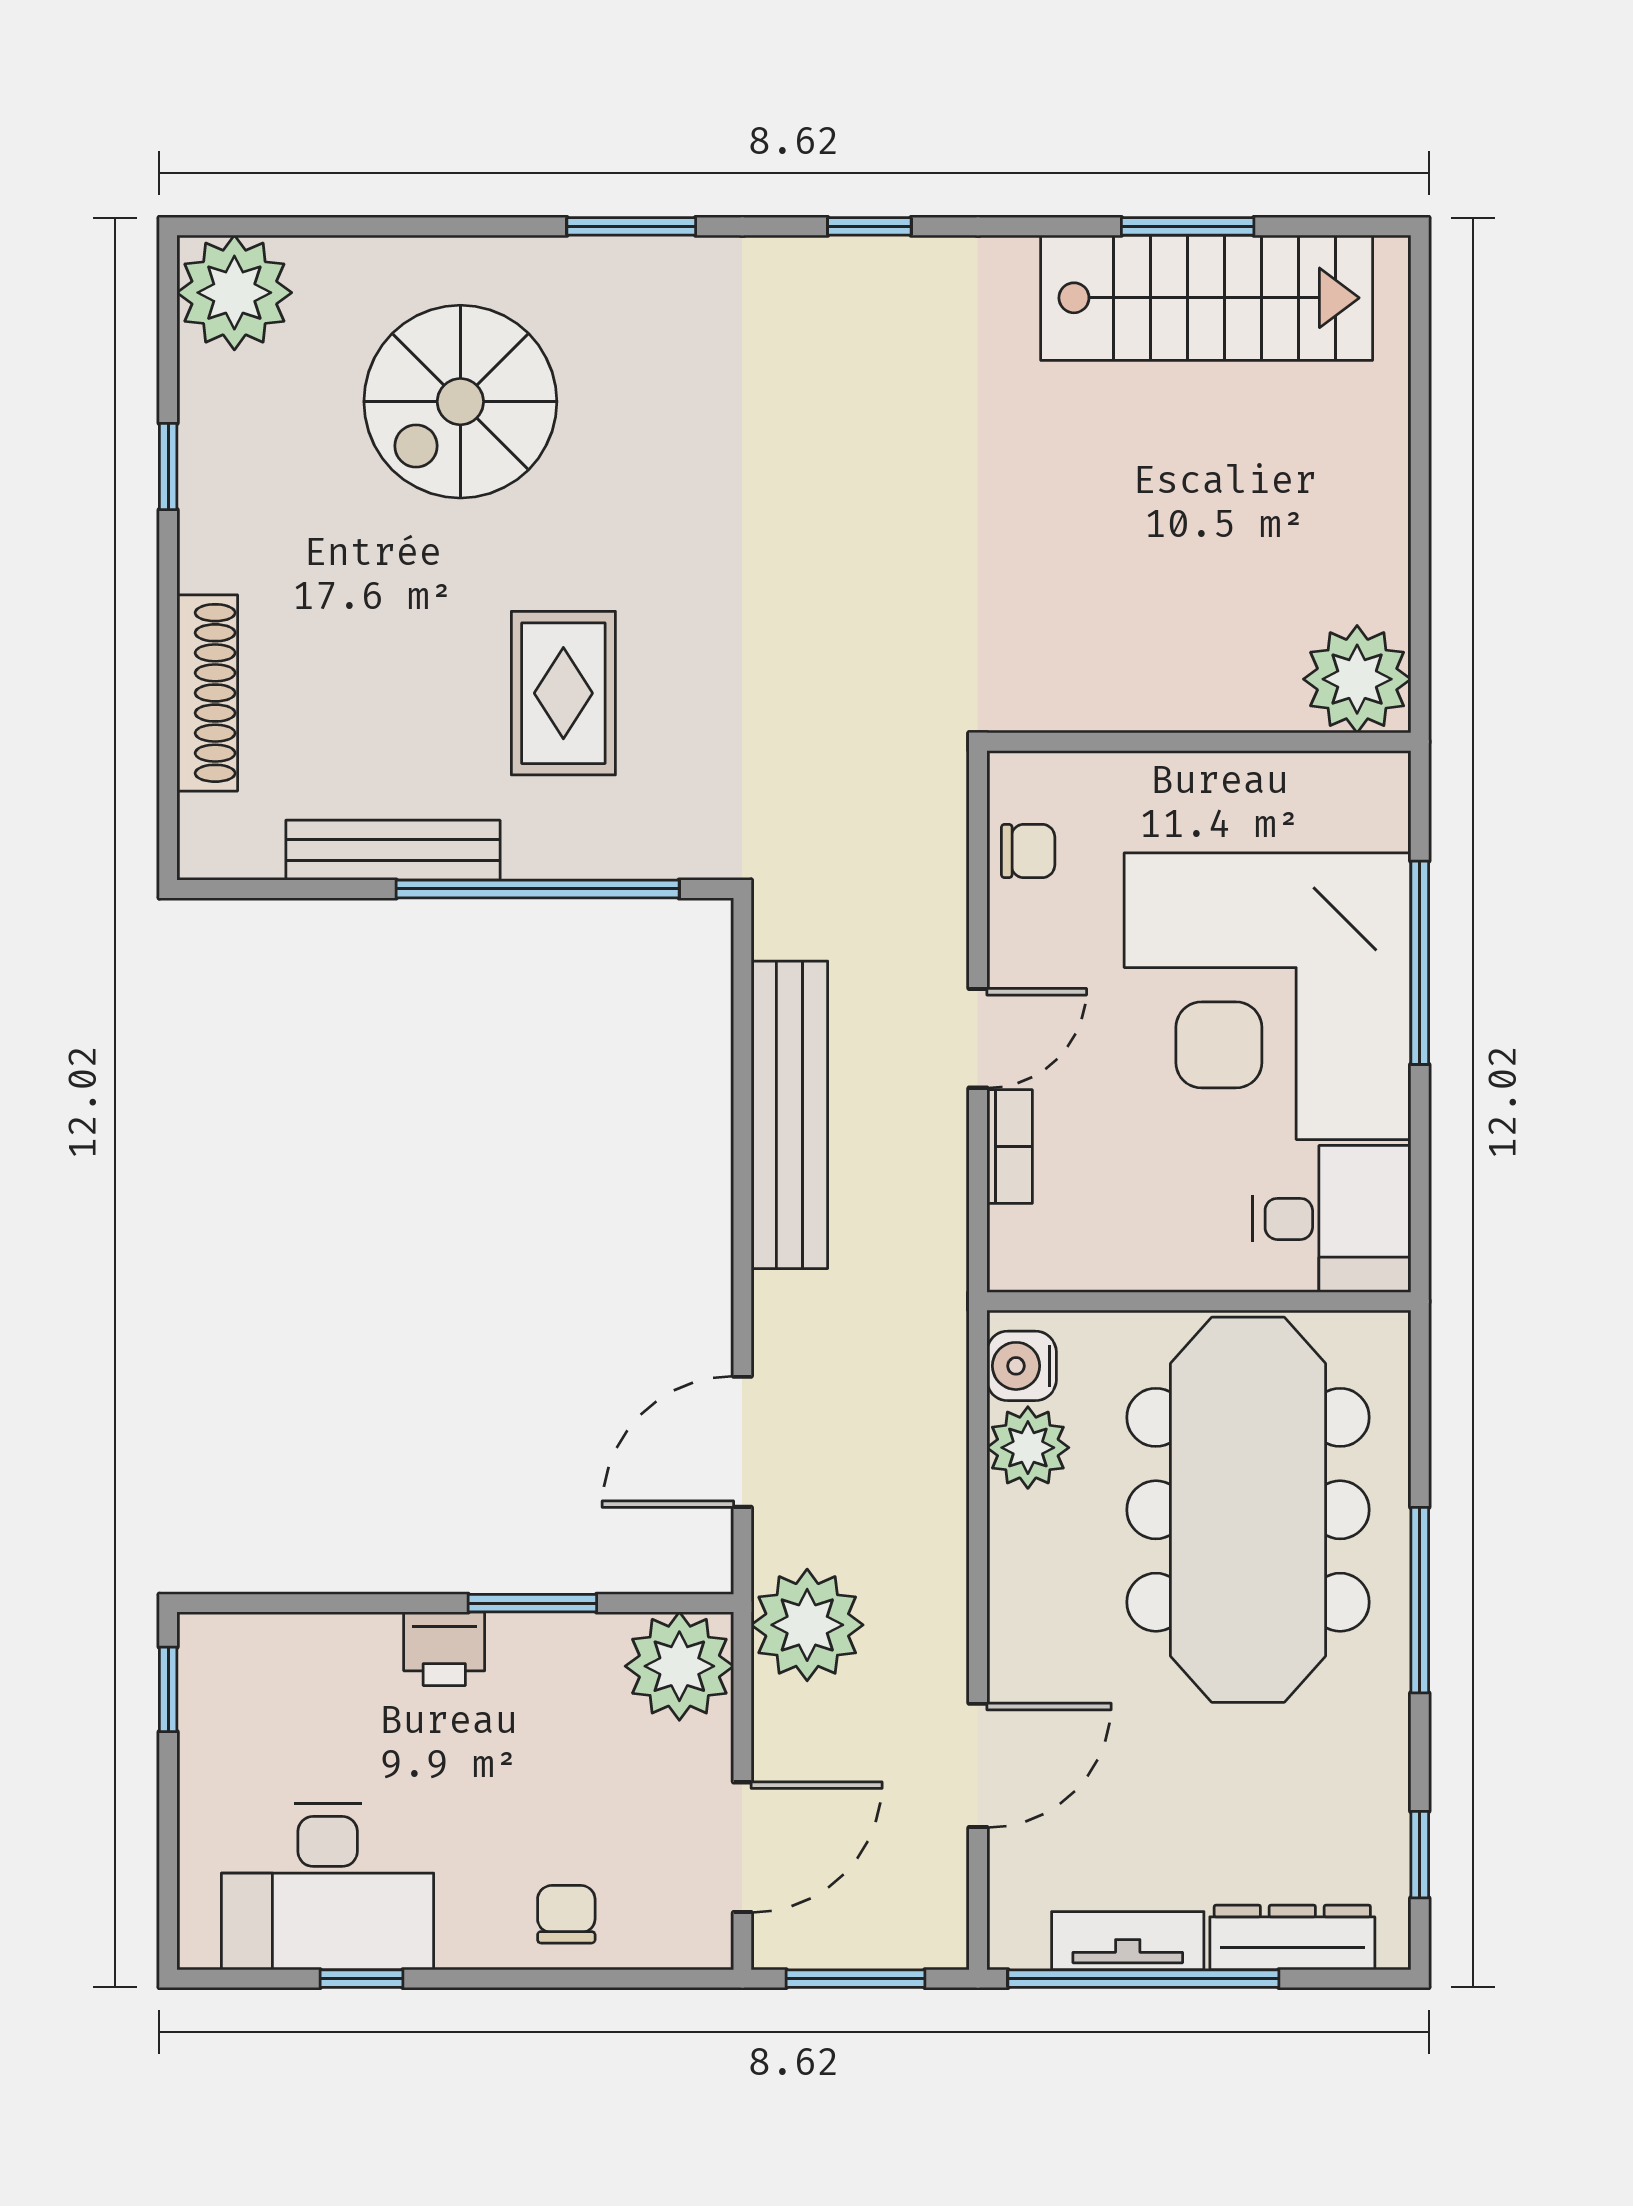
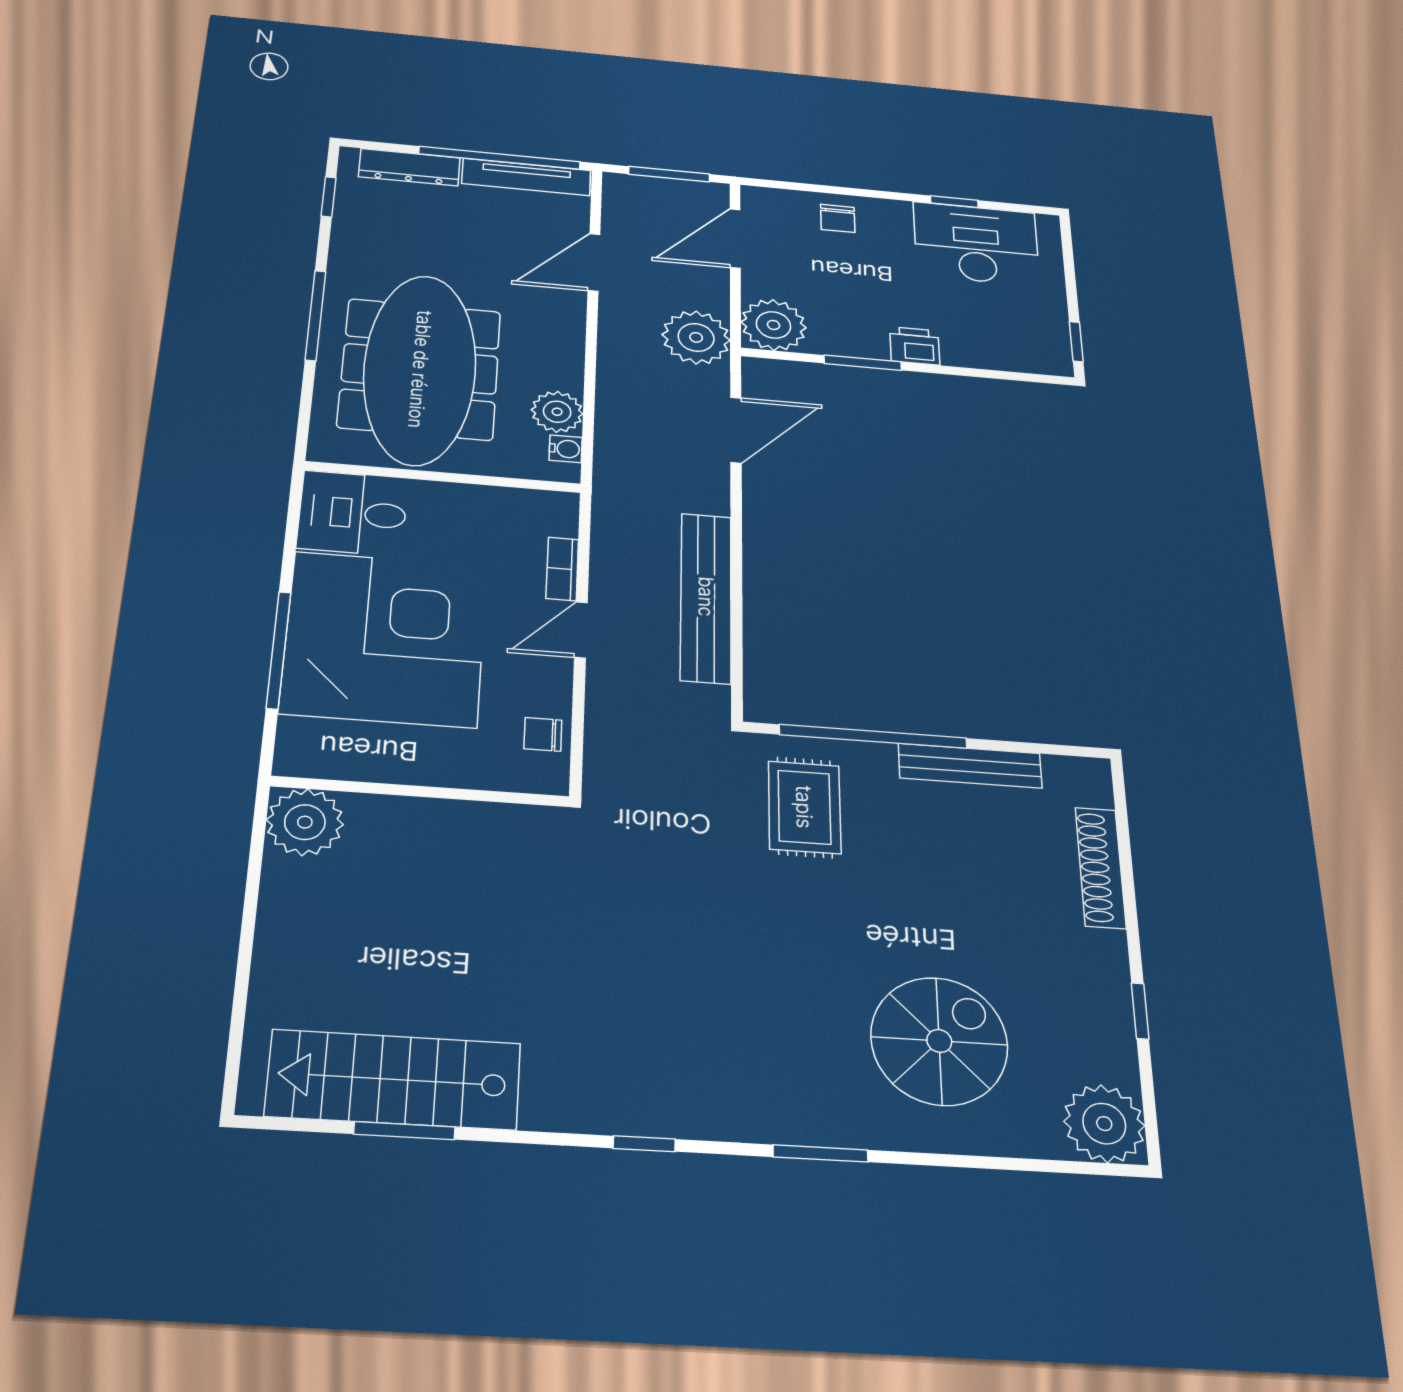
rug: (563, 693) -> (804, 807), moved
water cooler: (1022, 1366) -> (566, 449), width x0.72, depth x0.72
tv unit: (1128, 1941) -> (526, 177), width x1.41

